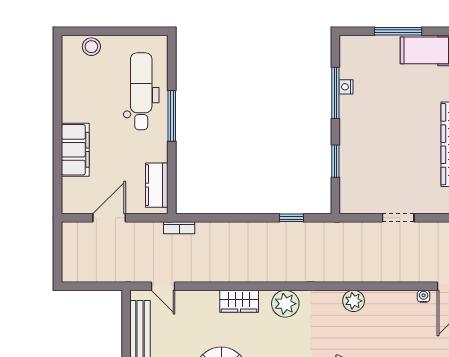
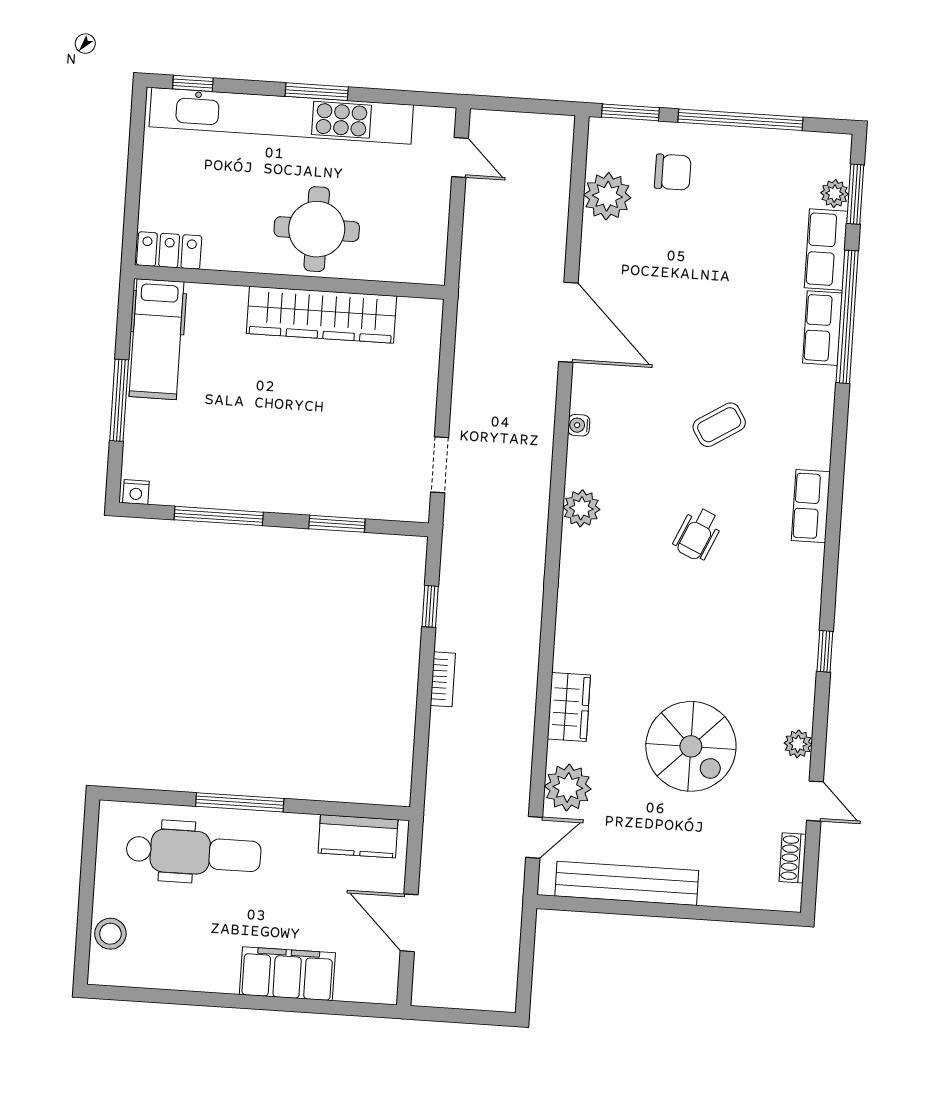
nightstand: (346, 87) -> (136, 492), moved
dental chair: (141, 91) -> (194, 853), turned 180
doorway: (398, 218) -> (440, 465), moved
bookcase: (179, 228) -> (443, 679), moved
water cooler: (424, 296) -> (579, 425), moved
plant: (285, 304) -> (568, 787), moved

